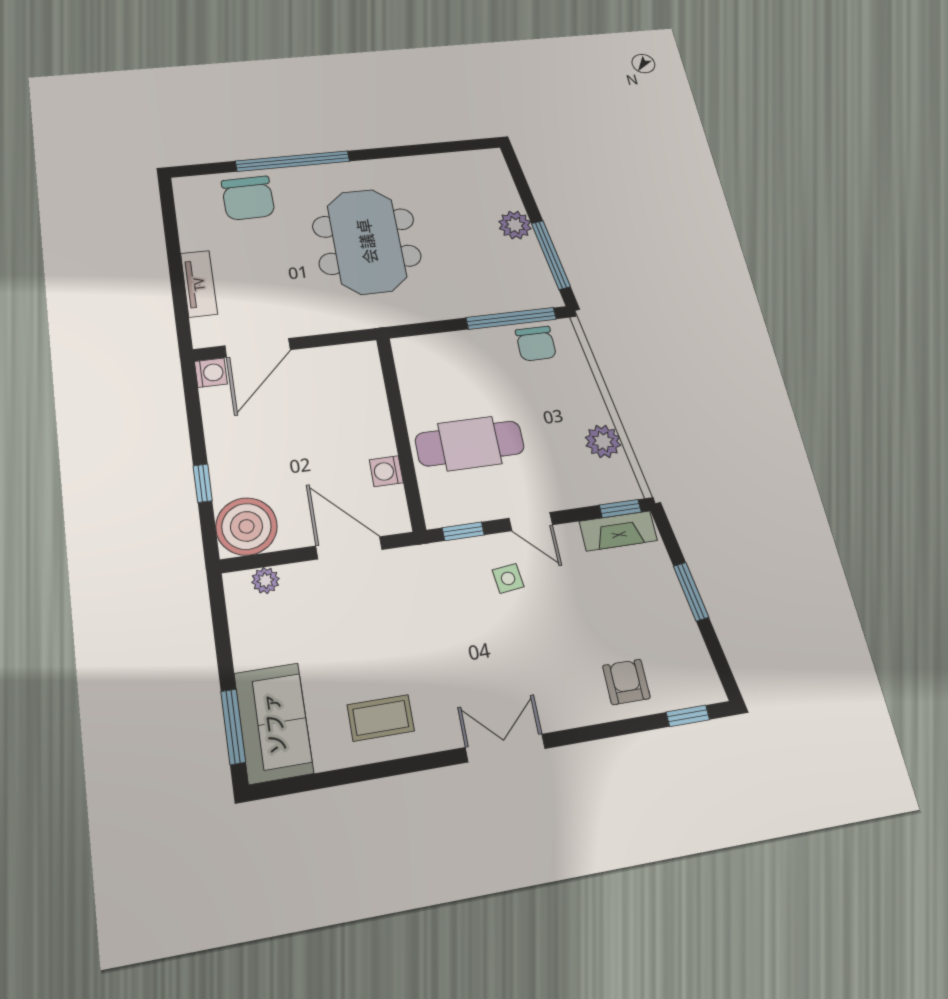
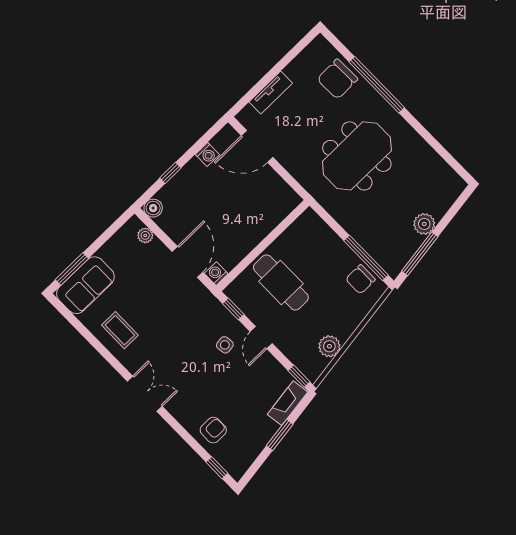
washing machine: (211, 373) -> (207, 154), moved
washing machine: (386, 471) -> (216, 274), moved
boiler: (246, 526) -> (153, 208), width x0.54, depth x0.54
fireplace: (618, 531) -> (288, 403), moved, turned 82

